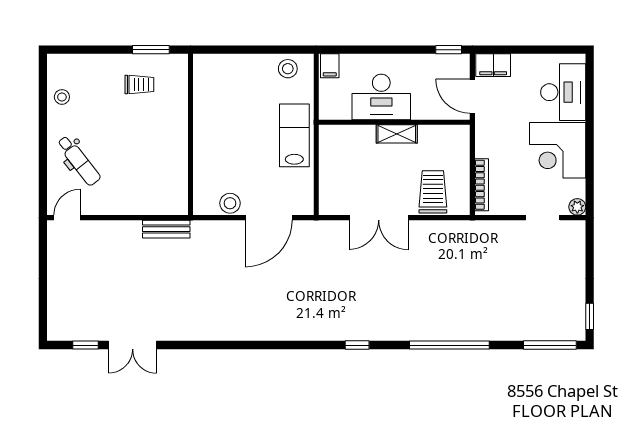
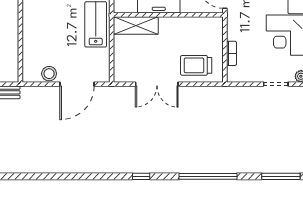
shelving: (397, 134) -> (136, 26), moved, width x1.50, depth x1.33
bookcase: (482, 185) -> (231, 53), width x0.64
trolley: (433, 192) -> (196, 65), turned -90

